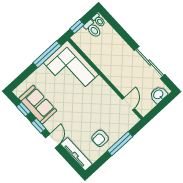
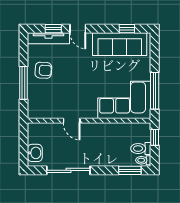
window: (113, 23) -> (130, 170), added
door: (128, 104) -> (72, 121), moved
sofa: (38, 105) -> (120, 44), width x1.36
window: (39, 126) -> (53, 29), moved
armchair: (100, 138) -> (43, 70), turned 94

